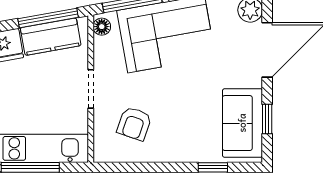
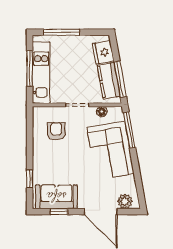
floor lamp: (102, 27) -> (102, 112), moved
armchair: (134, 124) -> (56, 131), turned 71

